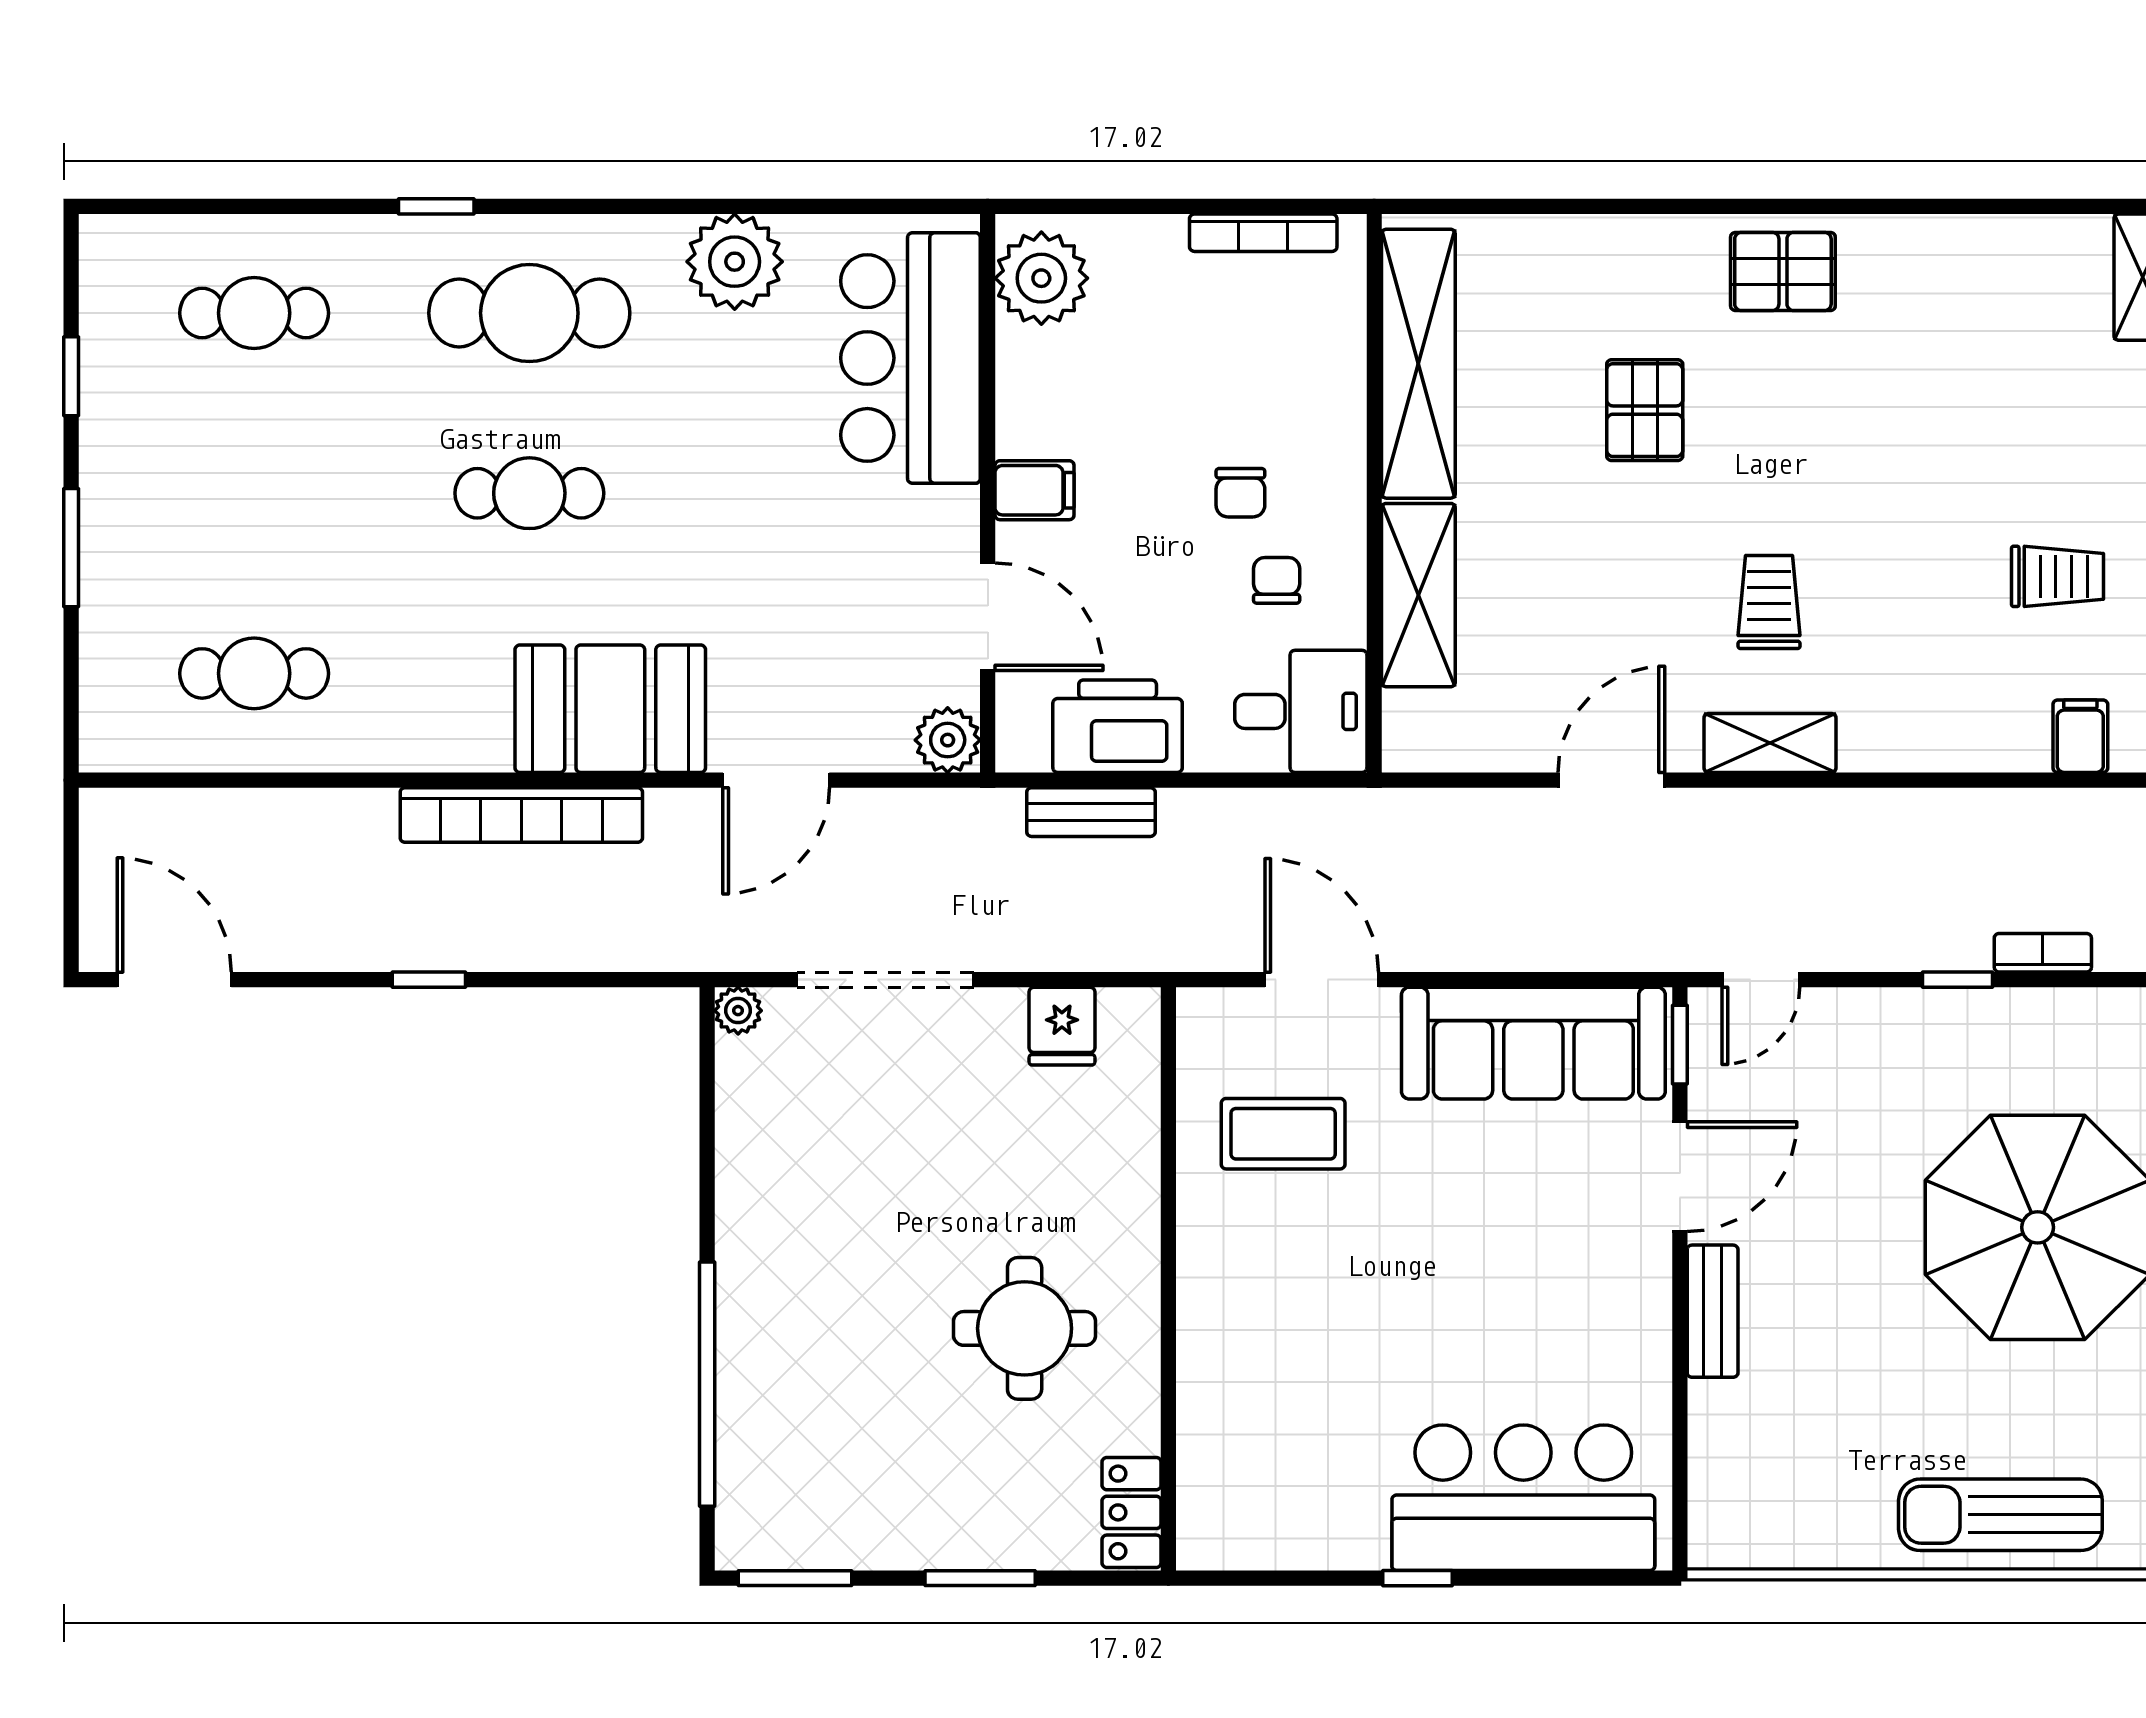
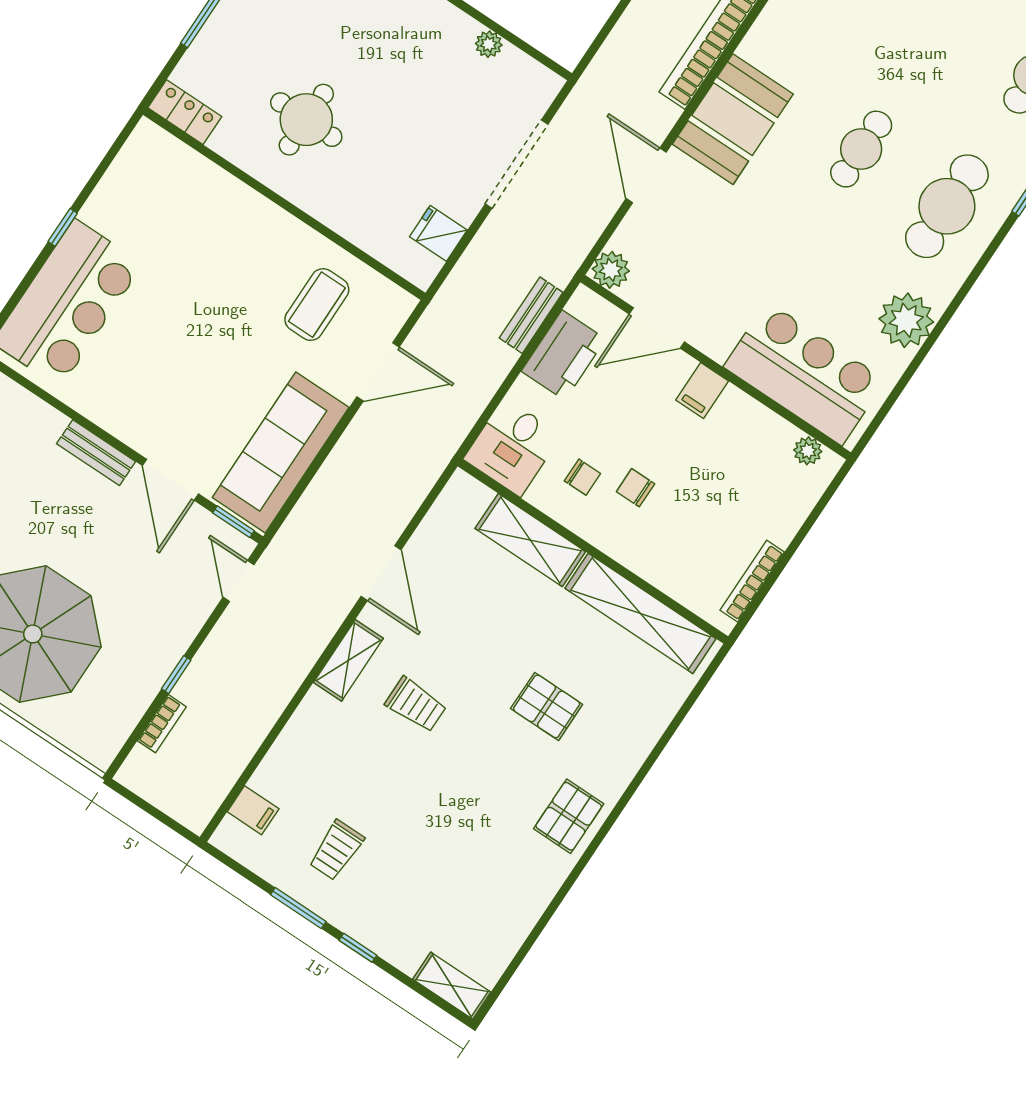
plant: (1041, 278) -> (808, 451), width x0.53, depth x0.53
plant: (738, 1011) -> (489, 44), moved

